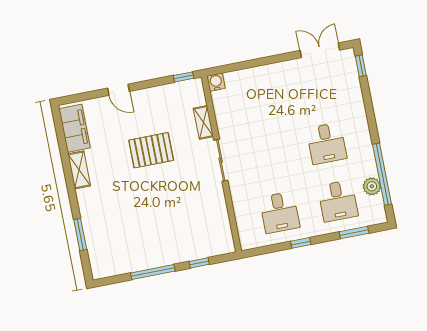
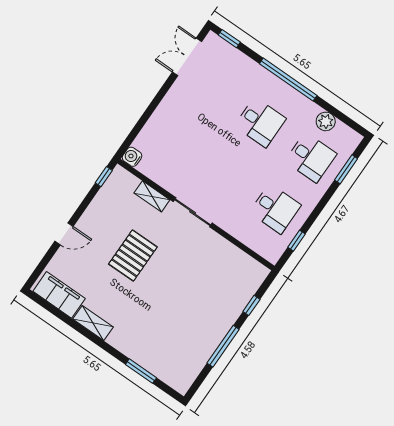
window: (382, 174) -> (288, 80), moved
window: (301, 243) -> (296, 241), moved

